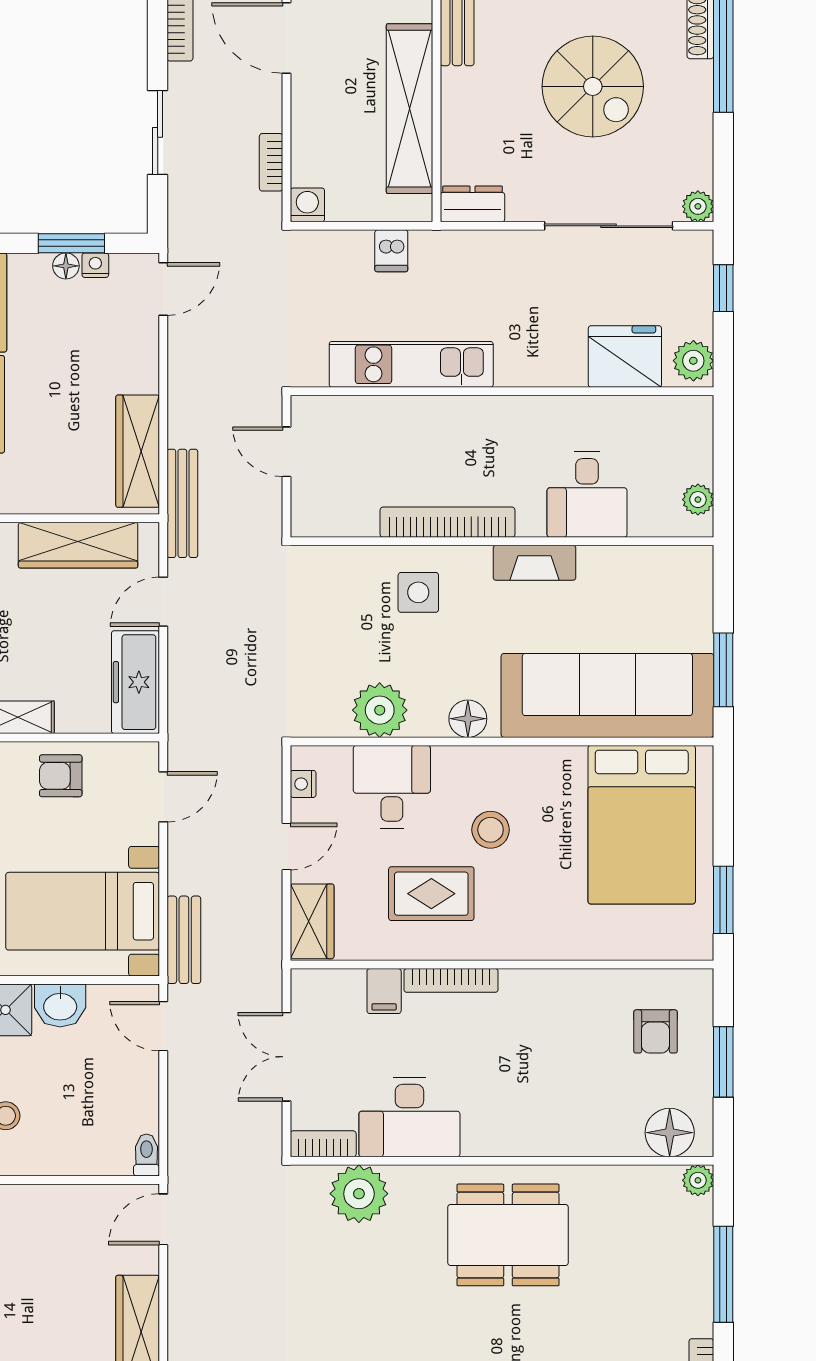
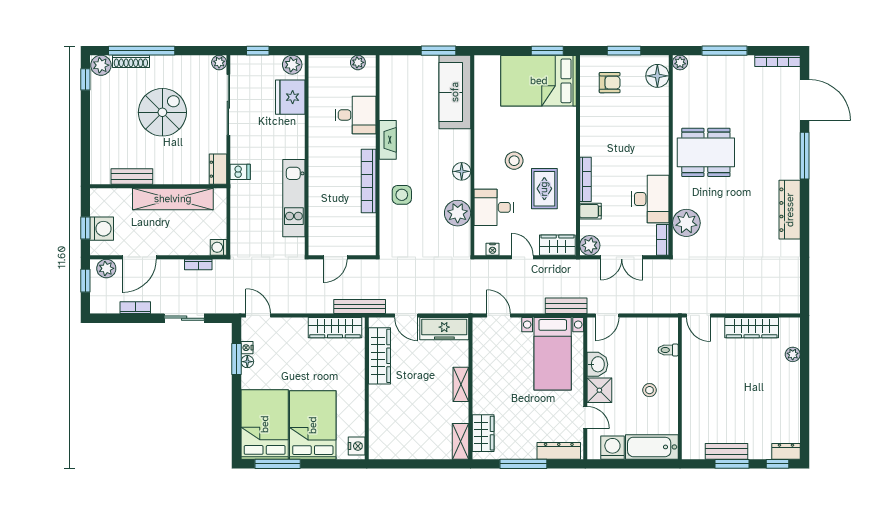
dishwasher: (391, 251) -> (240, 172), moved
sofa: (607, 695) -> (455, 92), width x0.74, depth x0.79
armchair: (61, 776) -> (489, 364), removed
bed: (642, 825) -> (539, 81), moved, turned 180
plant: (311, 990) -> (590, 245), added
toilet: (146, 1155) -> (668, 350), moved
dining table: (508, 1235) -> (706, 152), turned 90

